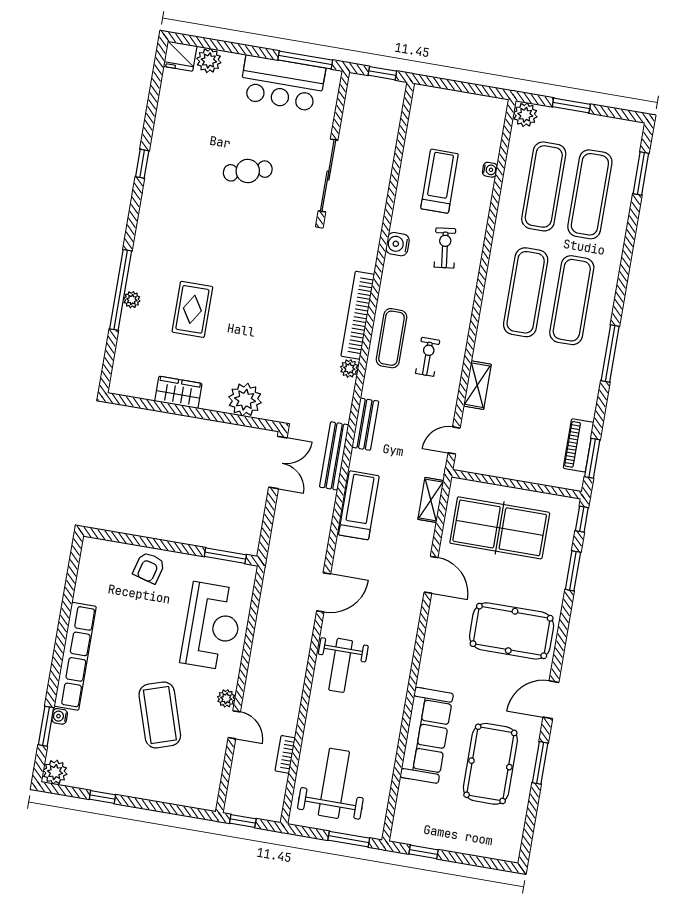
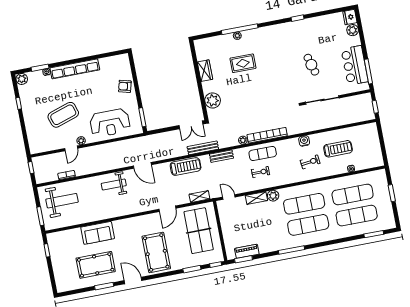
plant: (525, 115) -> (273, 196), moved
sofa: (427, 735) -> (98, 233), width x0.73

